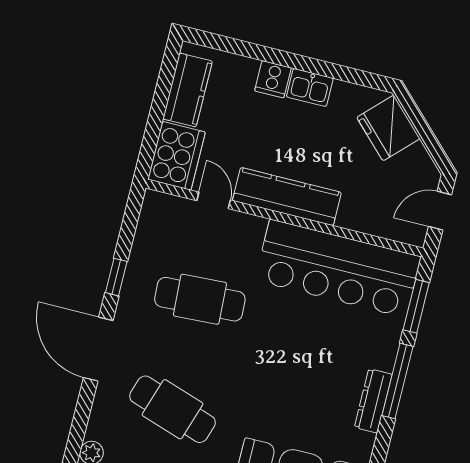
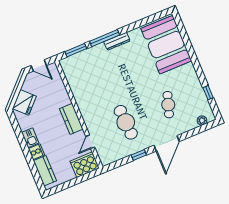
kitchen counter: (188, 90) -> (45, 171), moved, turned 90
kitchen counter: (287, 197) -> (71, 119), width x0.67
bar counter: (338, 268) -> (82, 85), removed
cafe table: (172, 409) -> (168, 105), width x0.73, depth x0.74

